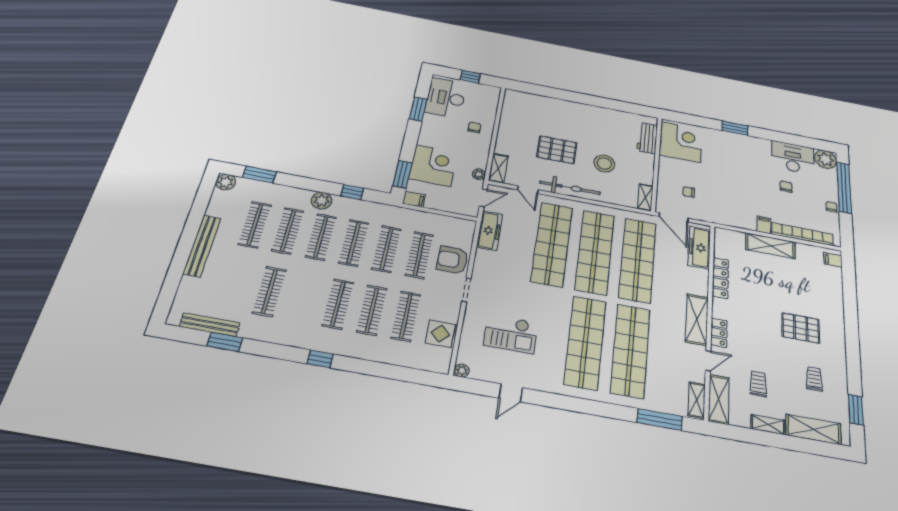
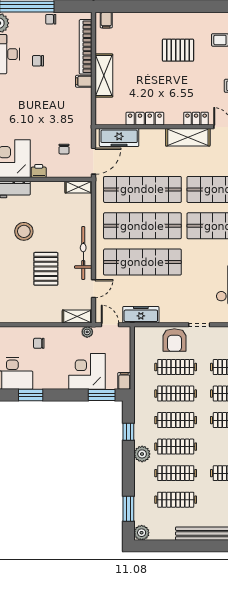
stool: (604, 164) -> (24, 231), moved
printer: (666, 164) -> (39, 171), added
pallet: (801, 328) -> (178, 50), turned 90

